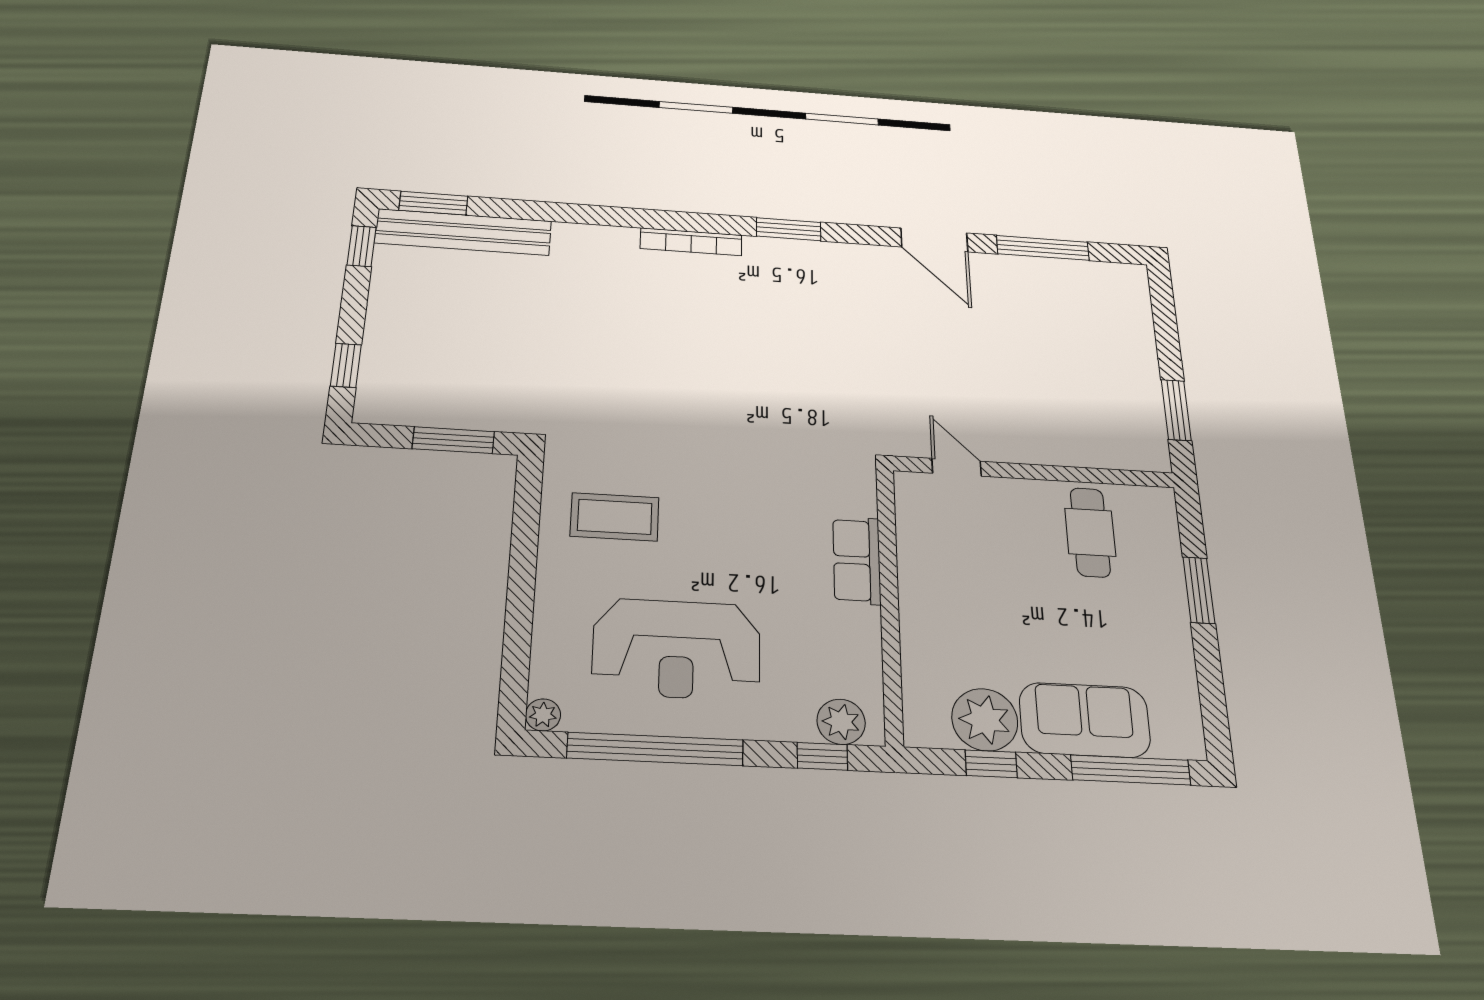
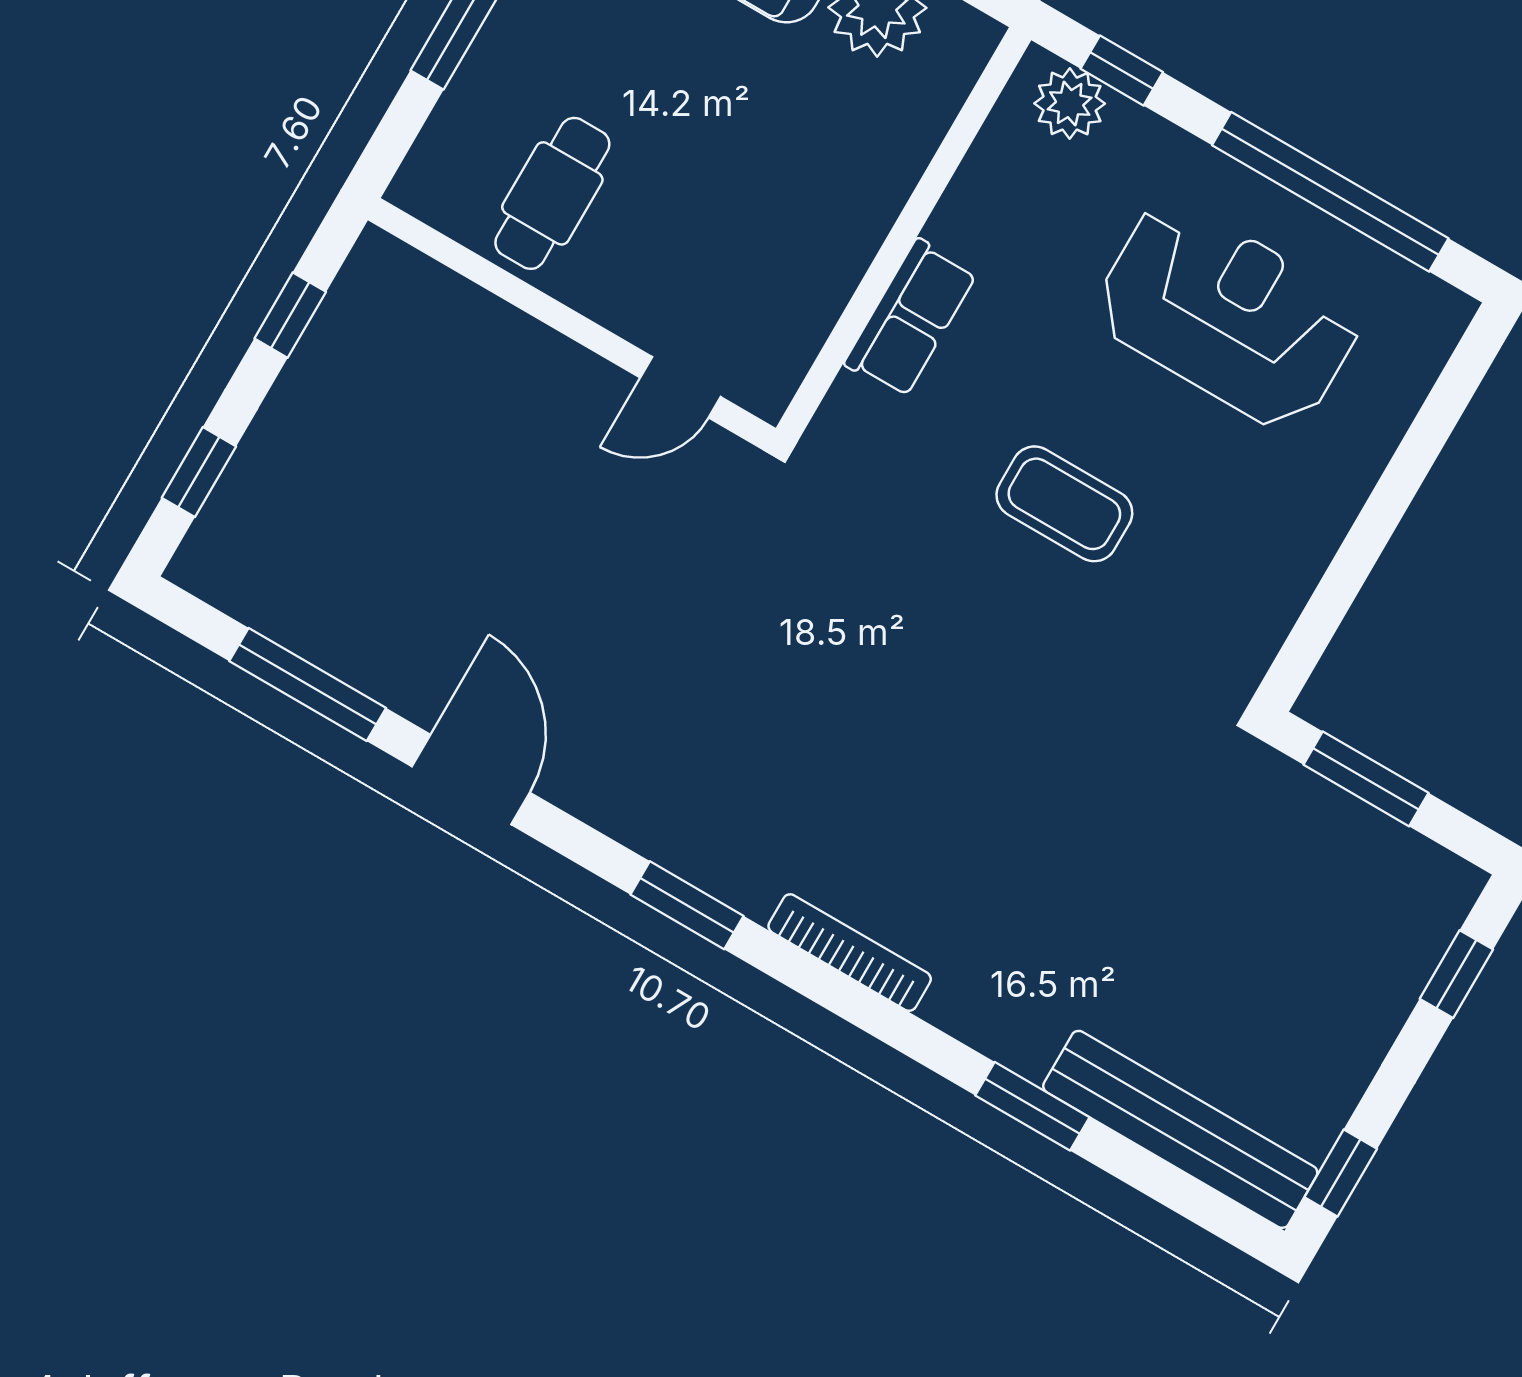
window: (433, 203) -> (1032, 1106), moved
window: (1165, 318) -> (199, 472), added
window: (1176, 410) -> (290, 315), width x0.67
door: (957, 467) -> (680, 387), hinge flipped
coffee table: (615, 517) -> (1064, 504), moved
plant: (543, 715) -> (1448, 312), removed

